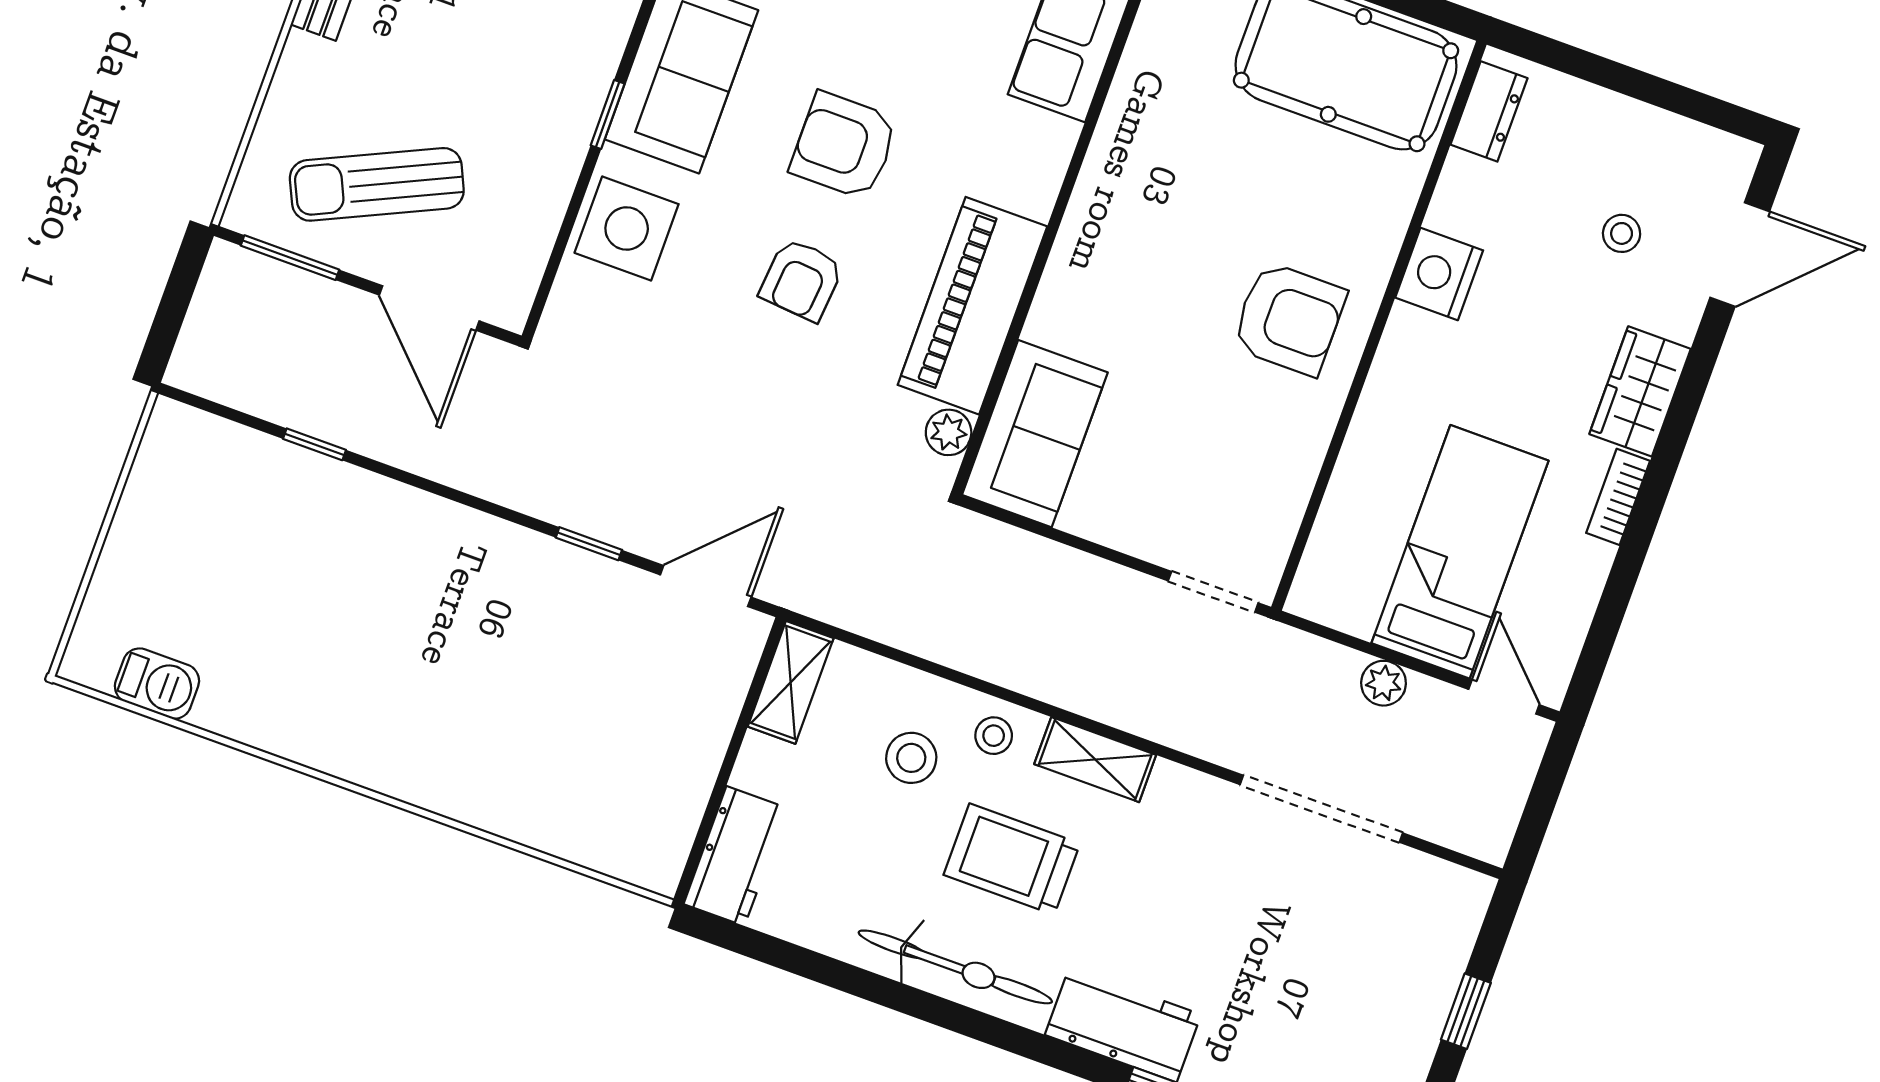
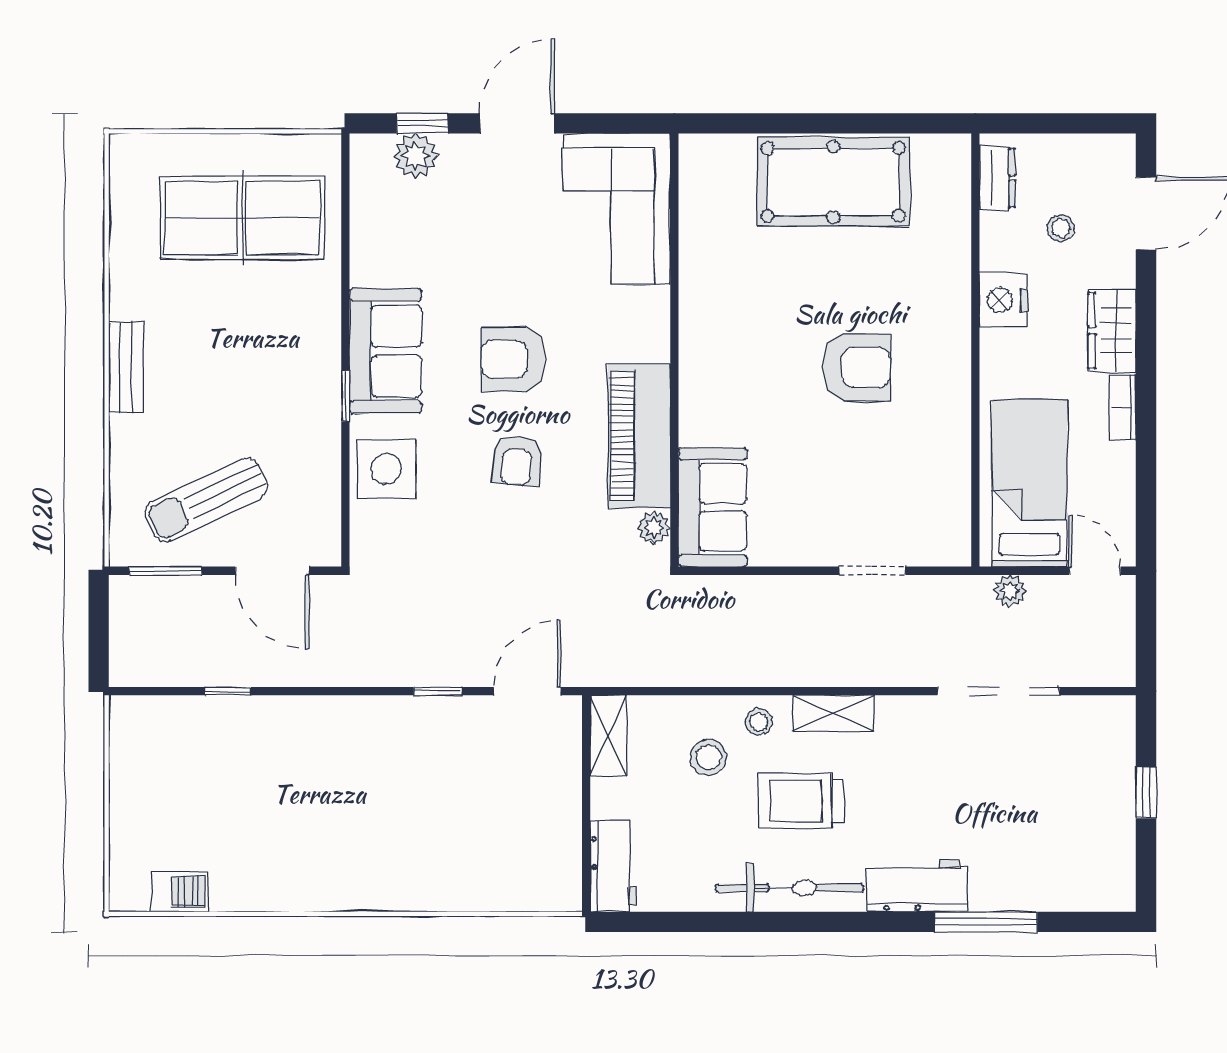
dresser: (1489, 111) -> (997, 178), moved
nightstand: (1439, 274) -> (1003, 300), moved
wall: (1379, 326) -> (975, 350), moved

